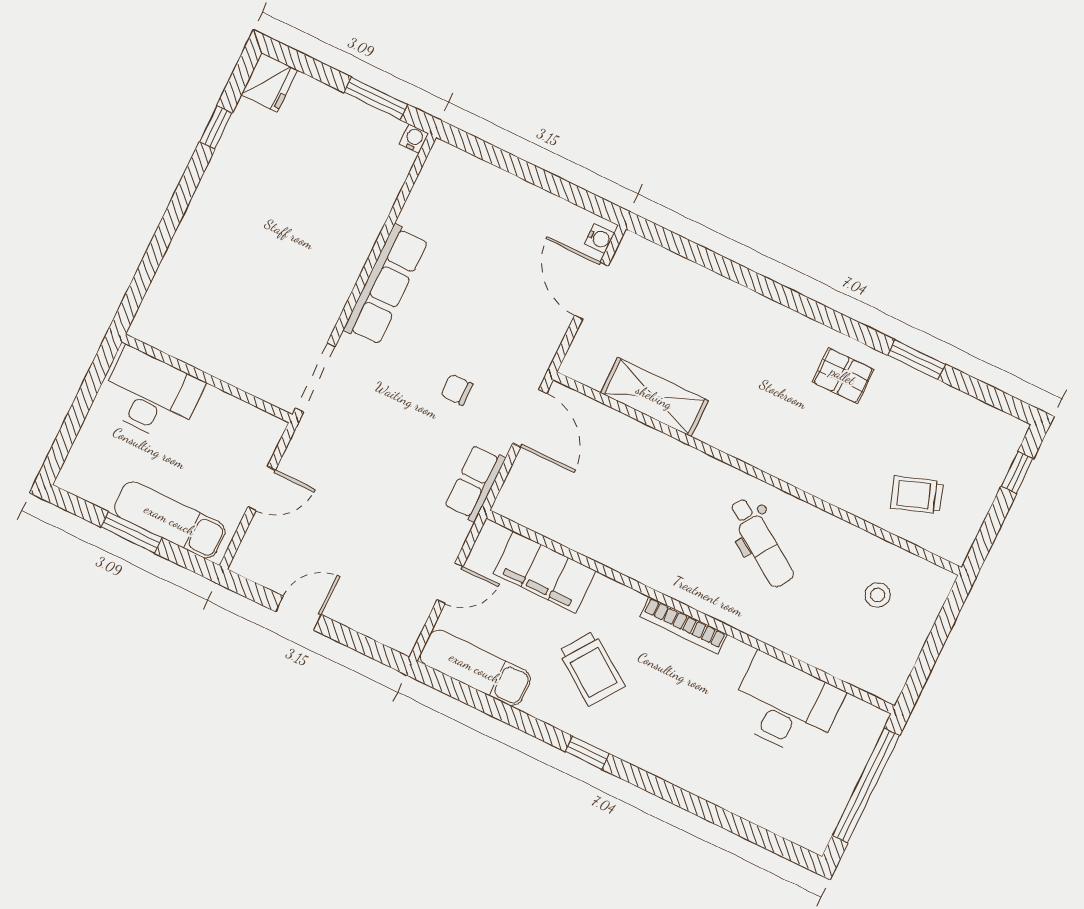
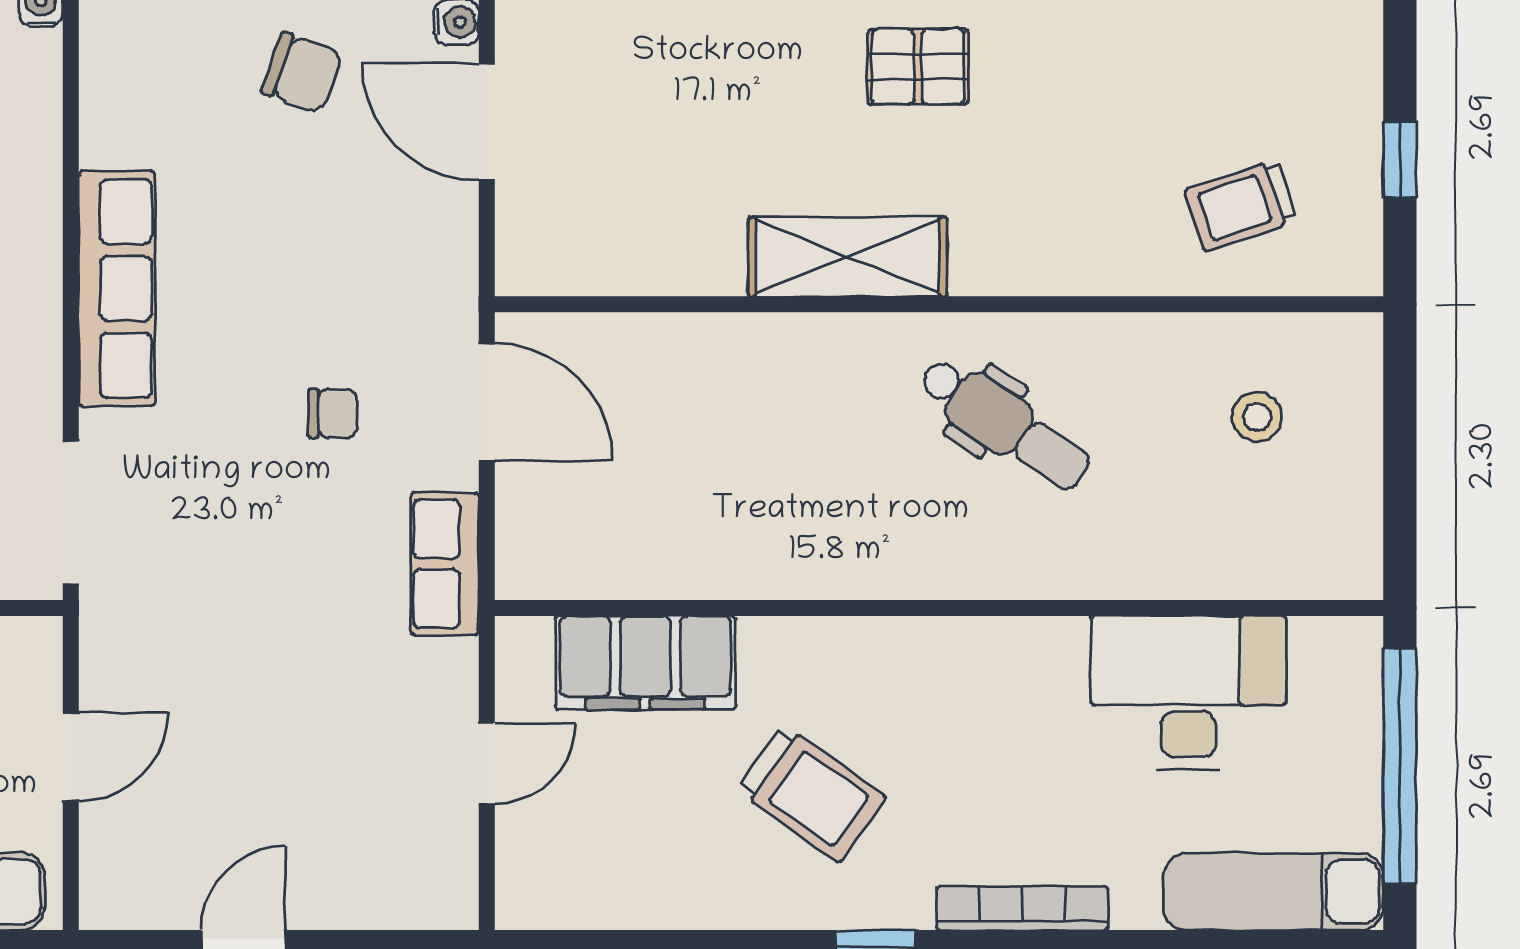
chair: (518, 227) -> (302, 73), added
pallet: (843, 376) -> (918, 67), moved
chair: (457, 390) -> (333, 413), turned 180
shelving: (654, 397) -> (848, 257), moved
window: (1017, 473) -> (1400, 160), moved
bookcase: (684, 625) -> (1022, 908), moved, turned 180
exam couch: (475, 668) -> (1273, 892), moved

